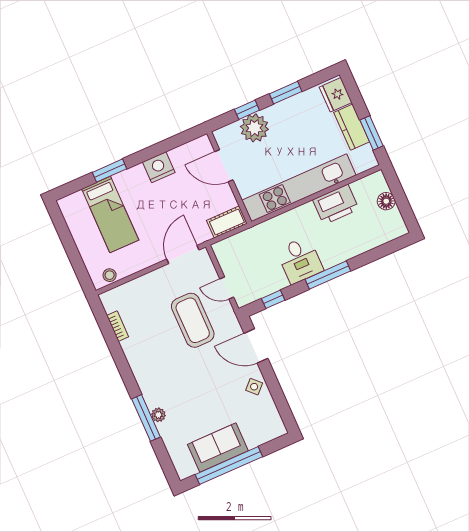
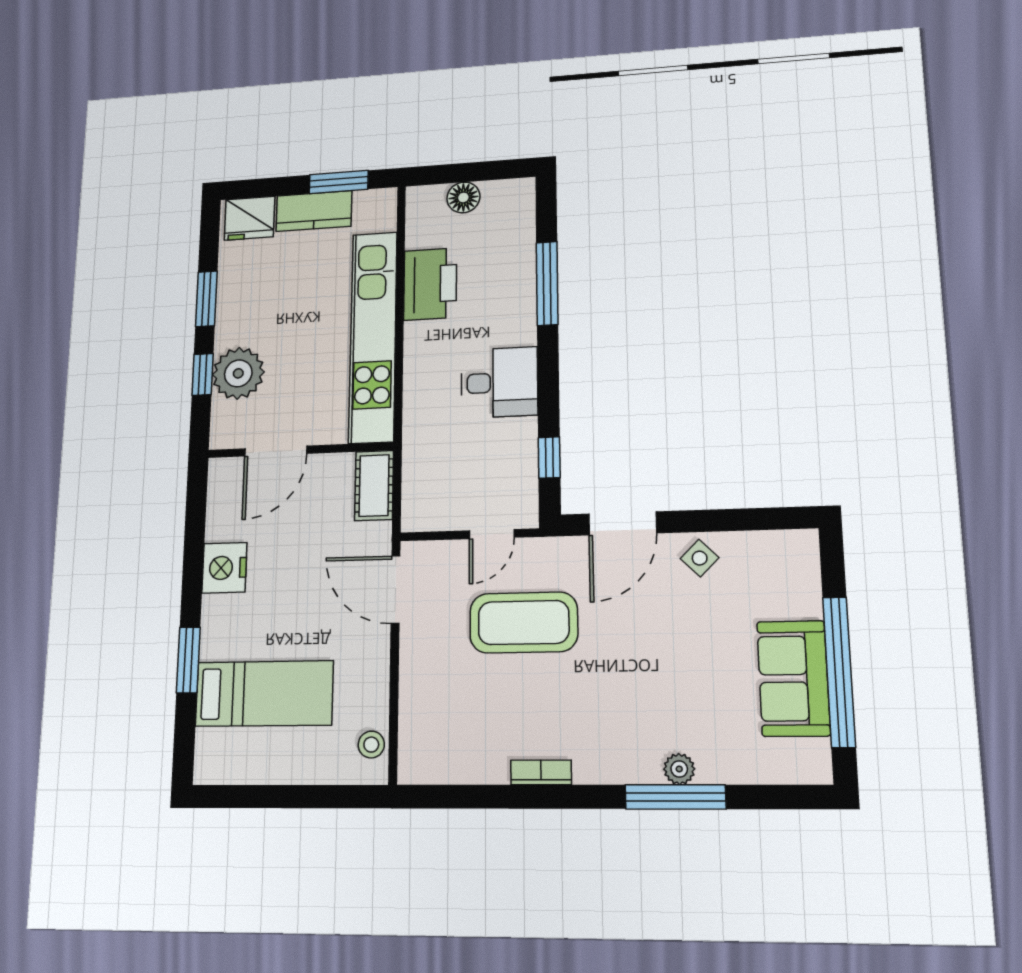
window: (328, 275) -> (547, 283), moved
bookcase: (118, 326) -> (541, 772), moved

